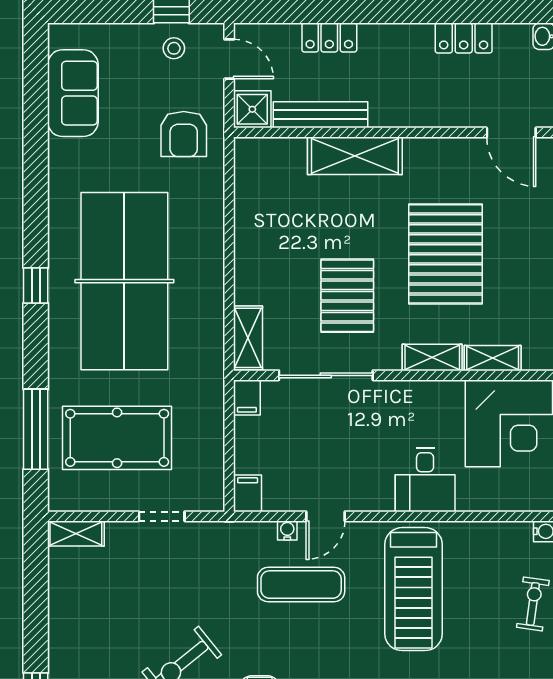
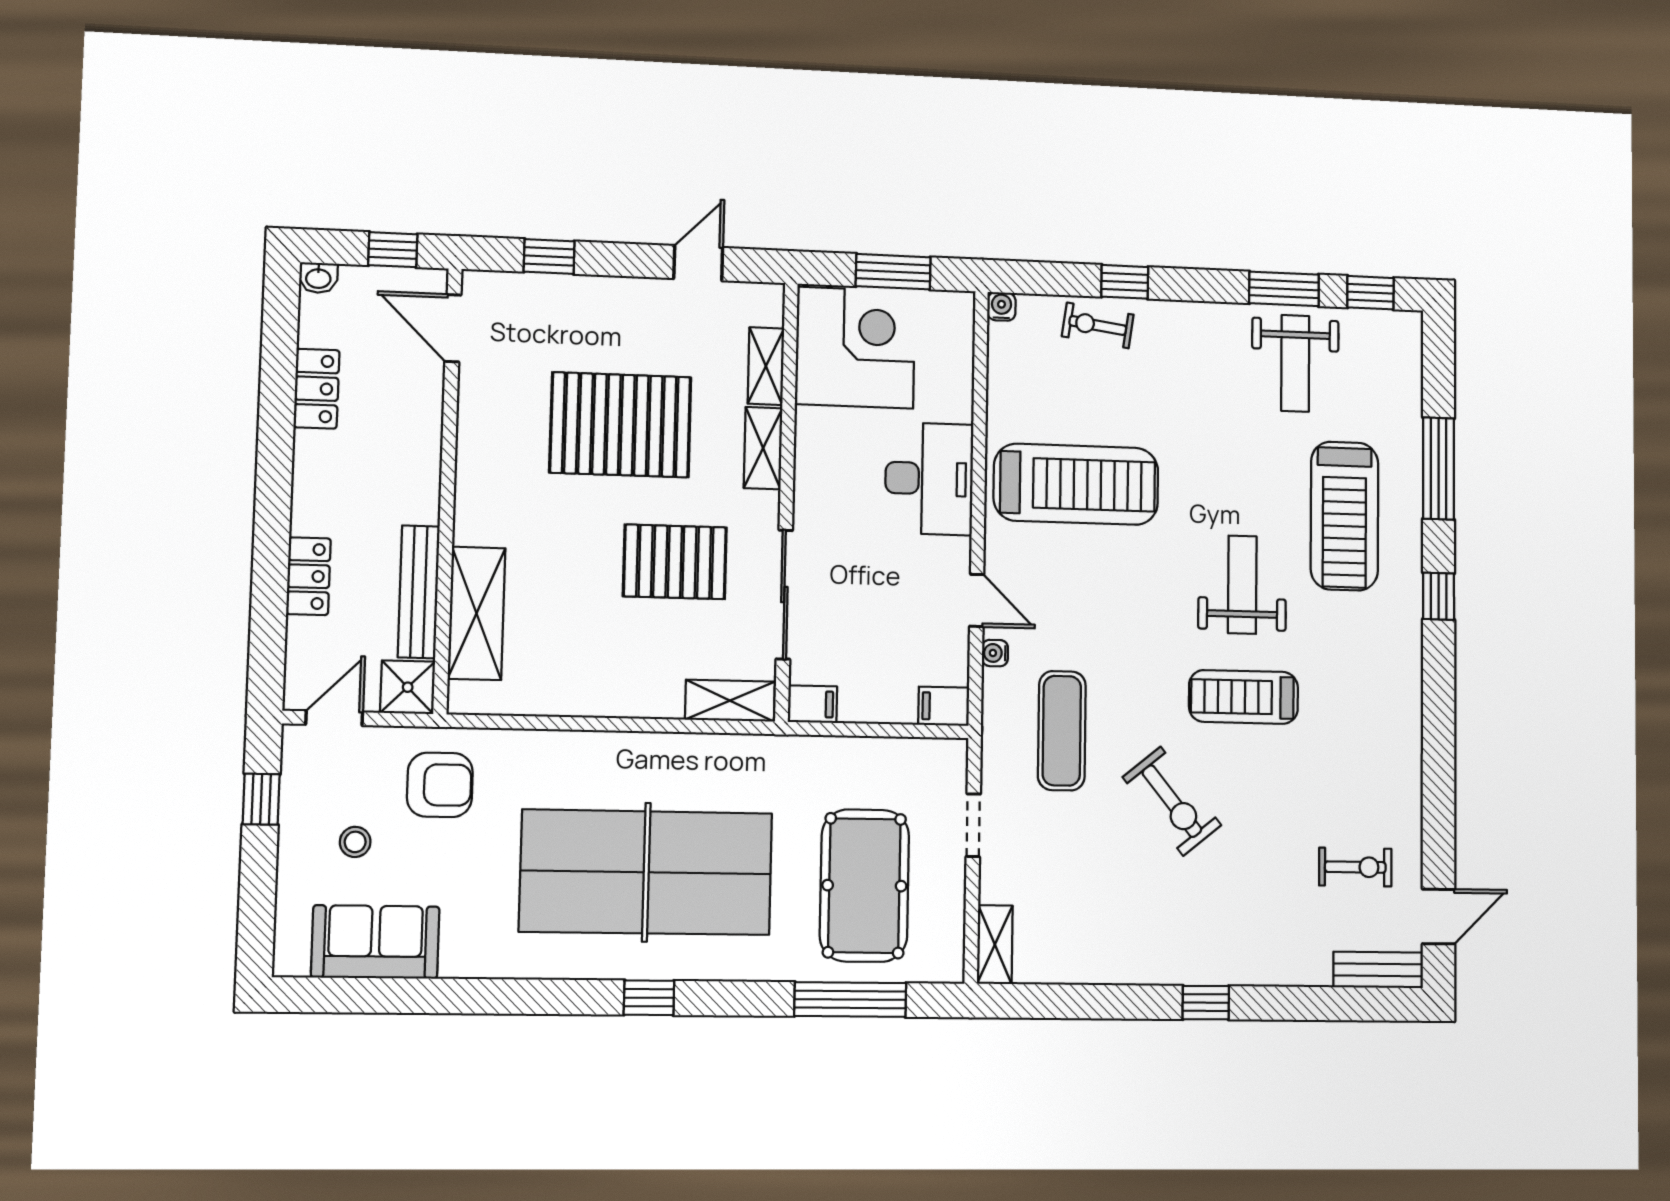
stool: (174, 48) -> (355, 842), moved
door: (511, 132) -> (453, 328), swing flipped
shelving: (355, 156) -> (477, 613), moved
desk: (425, 480) -> (929, 479), width x1.37
exercise mat: (301, 585) -> (1062, 731), moved

